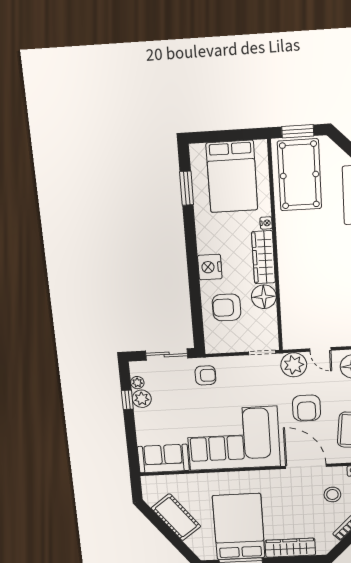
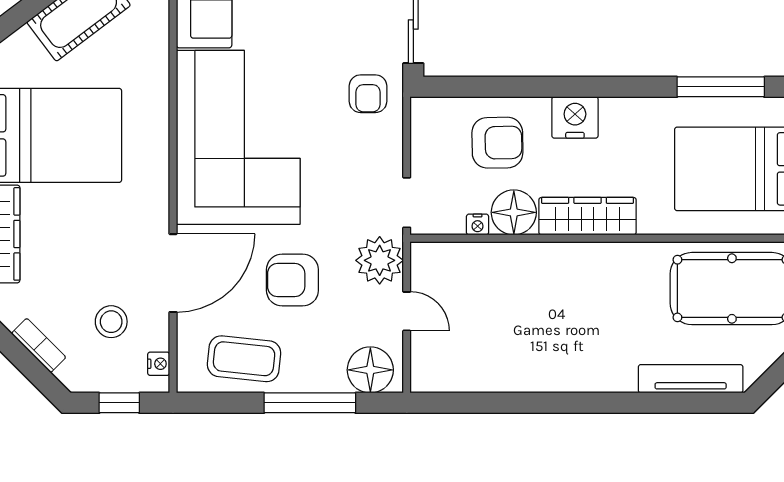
window: (187, 188) -> (721, 87), width x1.44
nightstand: (266, 223) -> (478, 224), moved
armchair: (227, 307) -> (497, 143), turned 89
door: (320, 349) -> (407, 311), swing flipped

